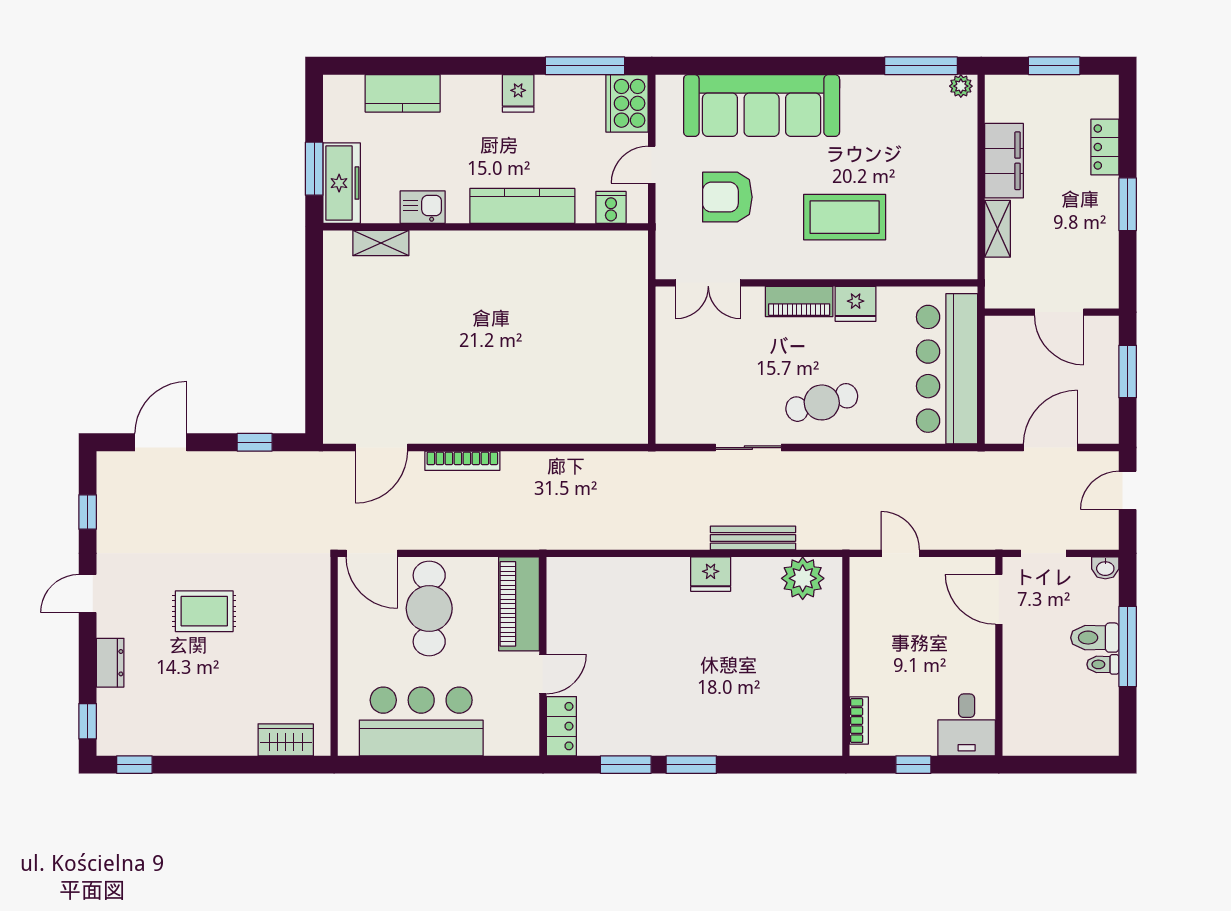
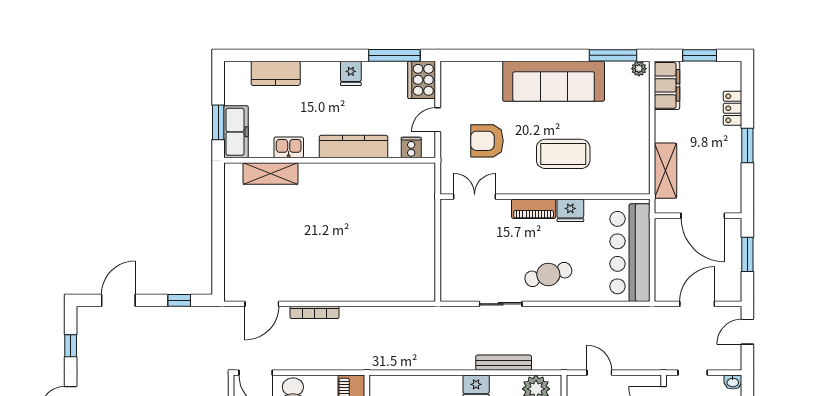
sofa: (762, 106) -> (554, 81), moved
filing cabinet: (1004, 161) -> (667, 85), moved
shelving: (997, 229) -> (665, 171), width x1.50, depth x1.33
shelving: (381, 243) -> (271, 174), width x1.50, depth x1.33
double door: (708, 283) -> (475, 197), swing flipped
door: (1059, 312) -> (703, 216), width x1.36

